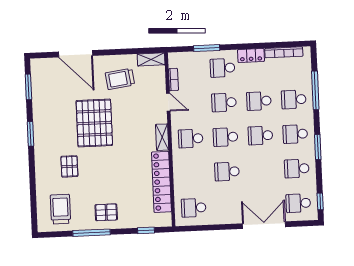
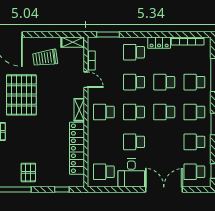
window: (207, 48) -> (108, 34), moved
desk: (225, 208) -> (131, 173), added
pallet: (106, 212) -> (28, 172), turned 90

